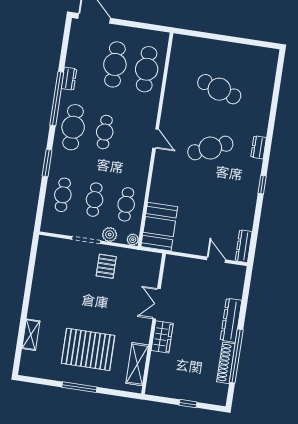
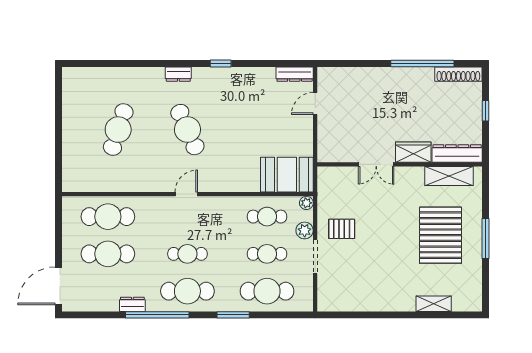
cafe table: (63, 195) -> (267, 291), width x1.37, depth x1.35
dresser: (231, 320) -> (457, 153), moved, turned 180
shoe rack: (226, 363) -> (458, 74), moved

